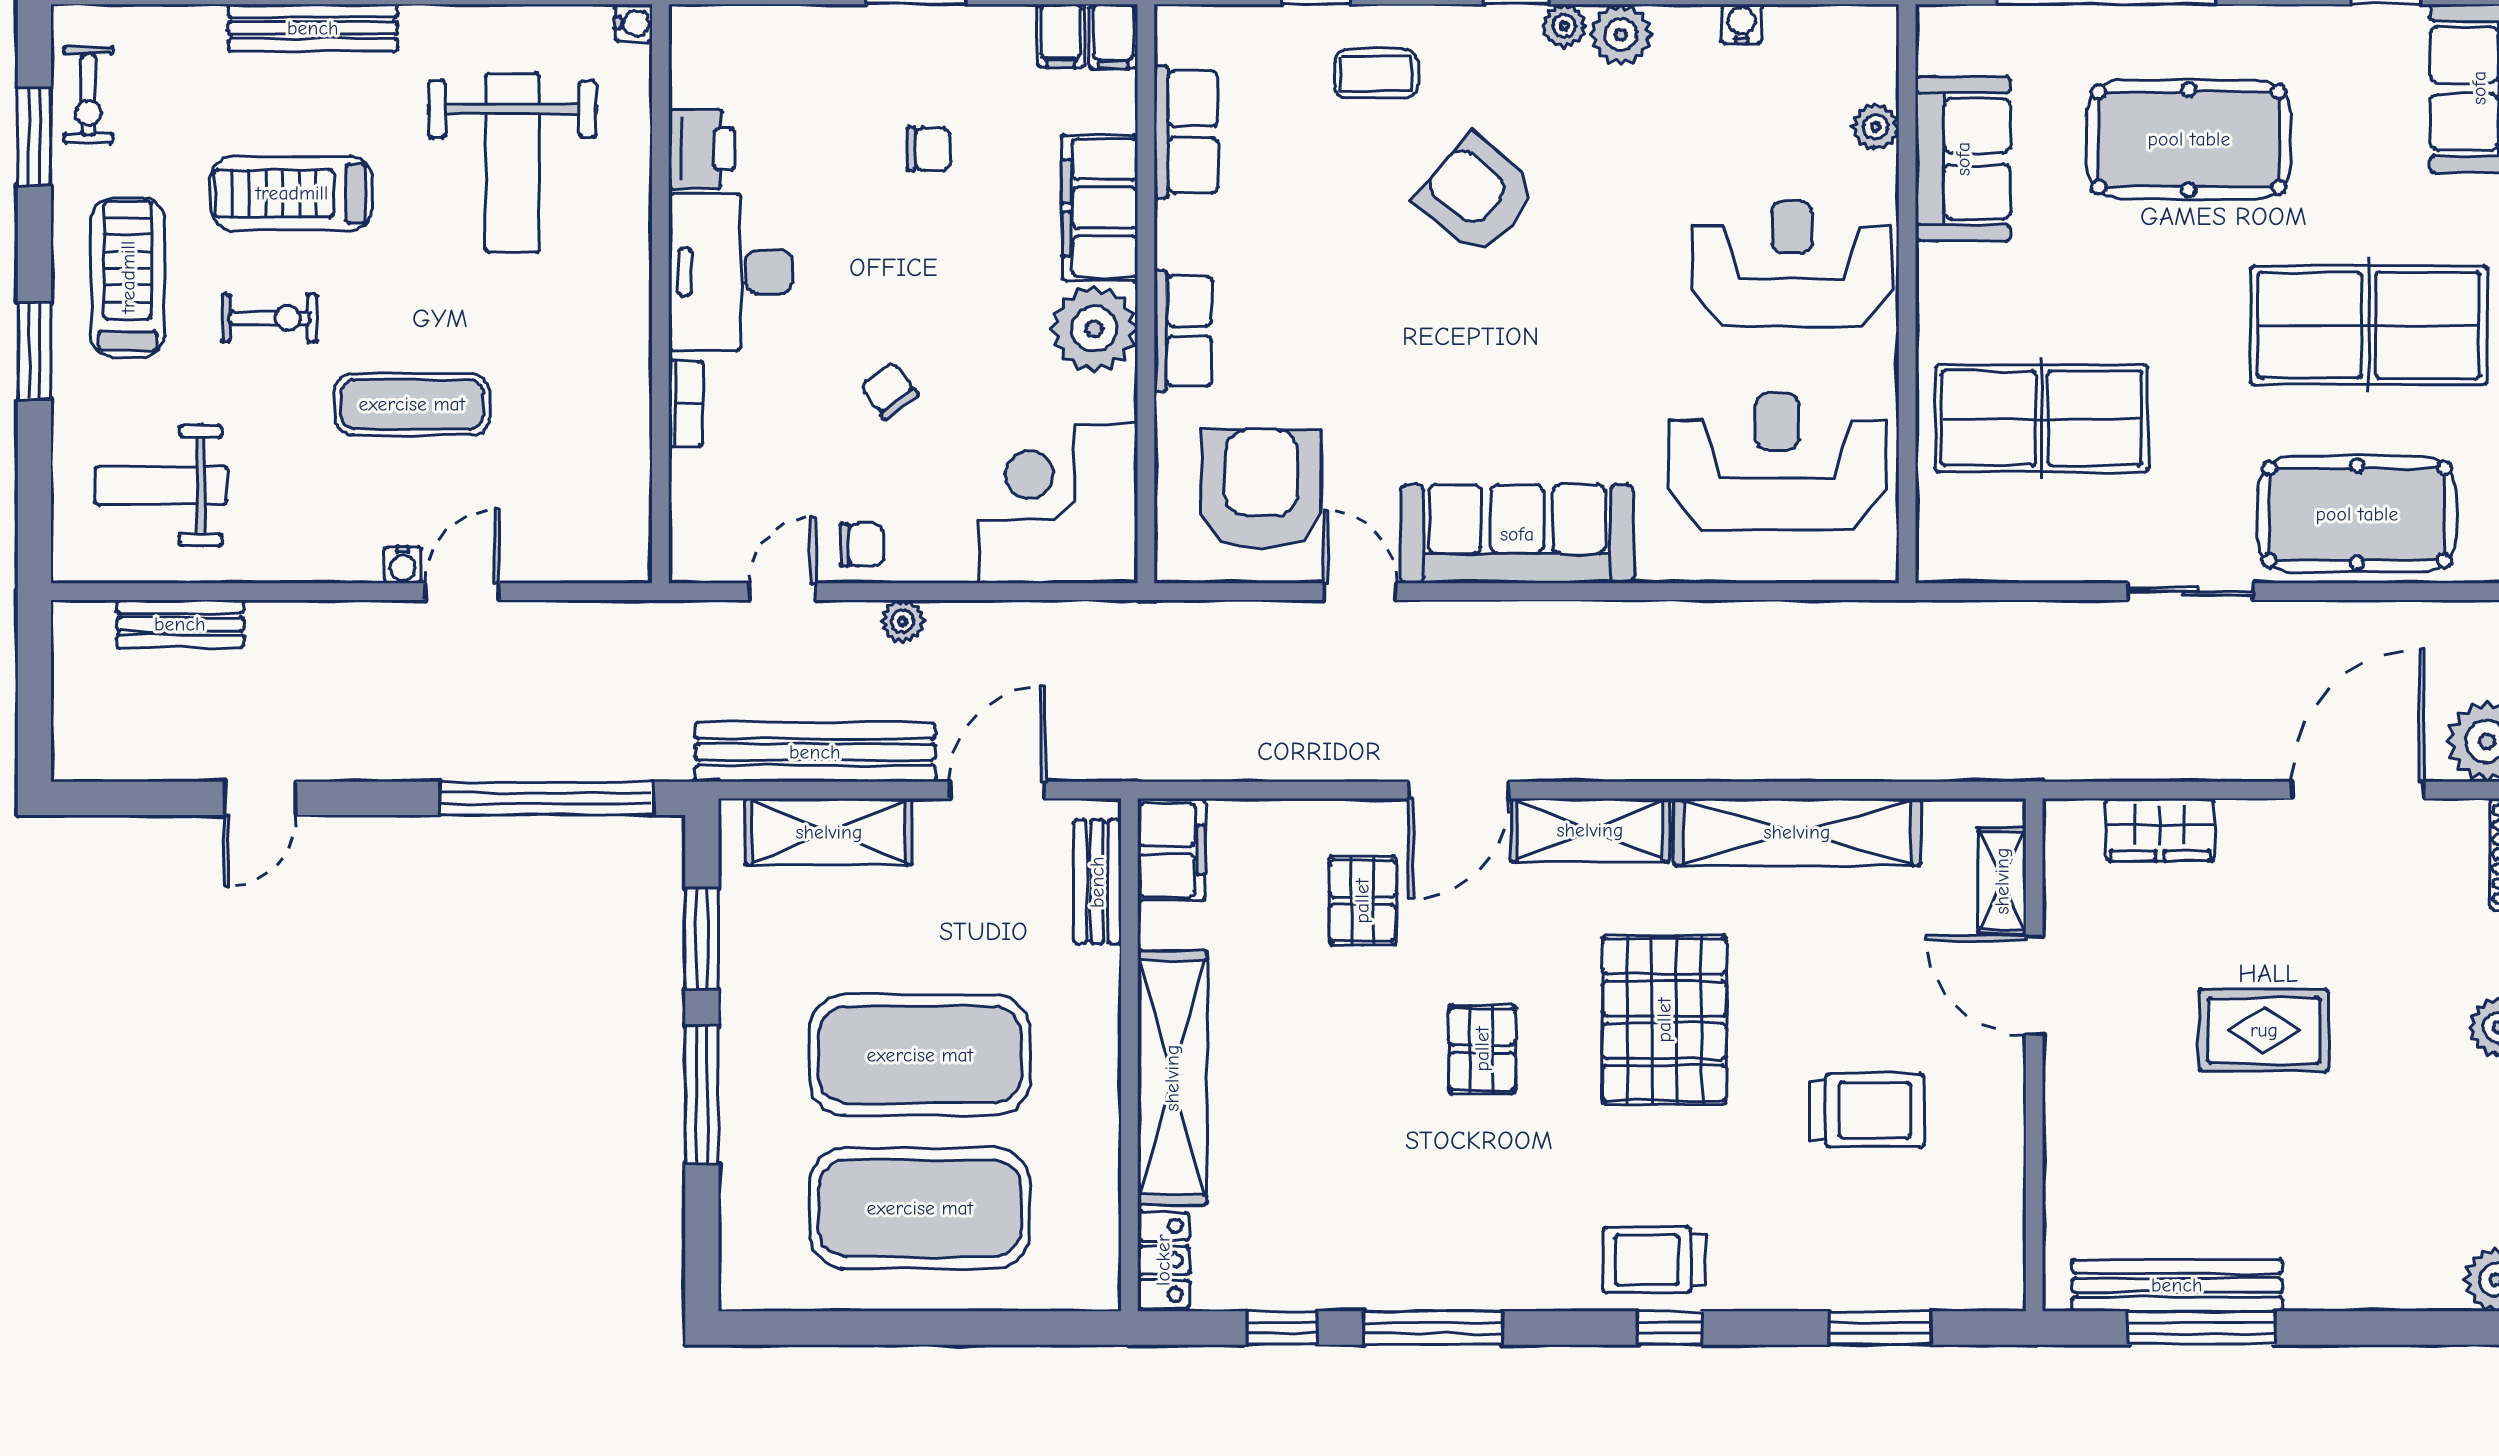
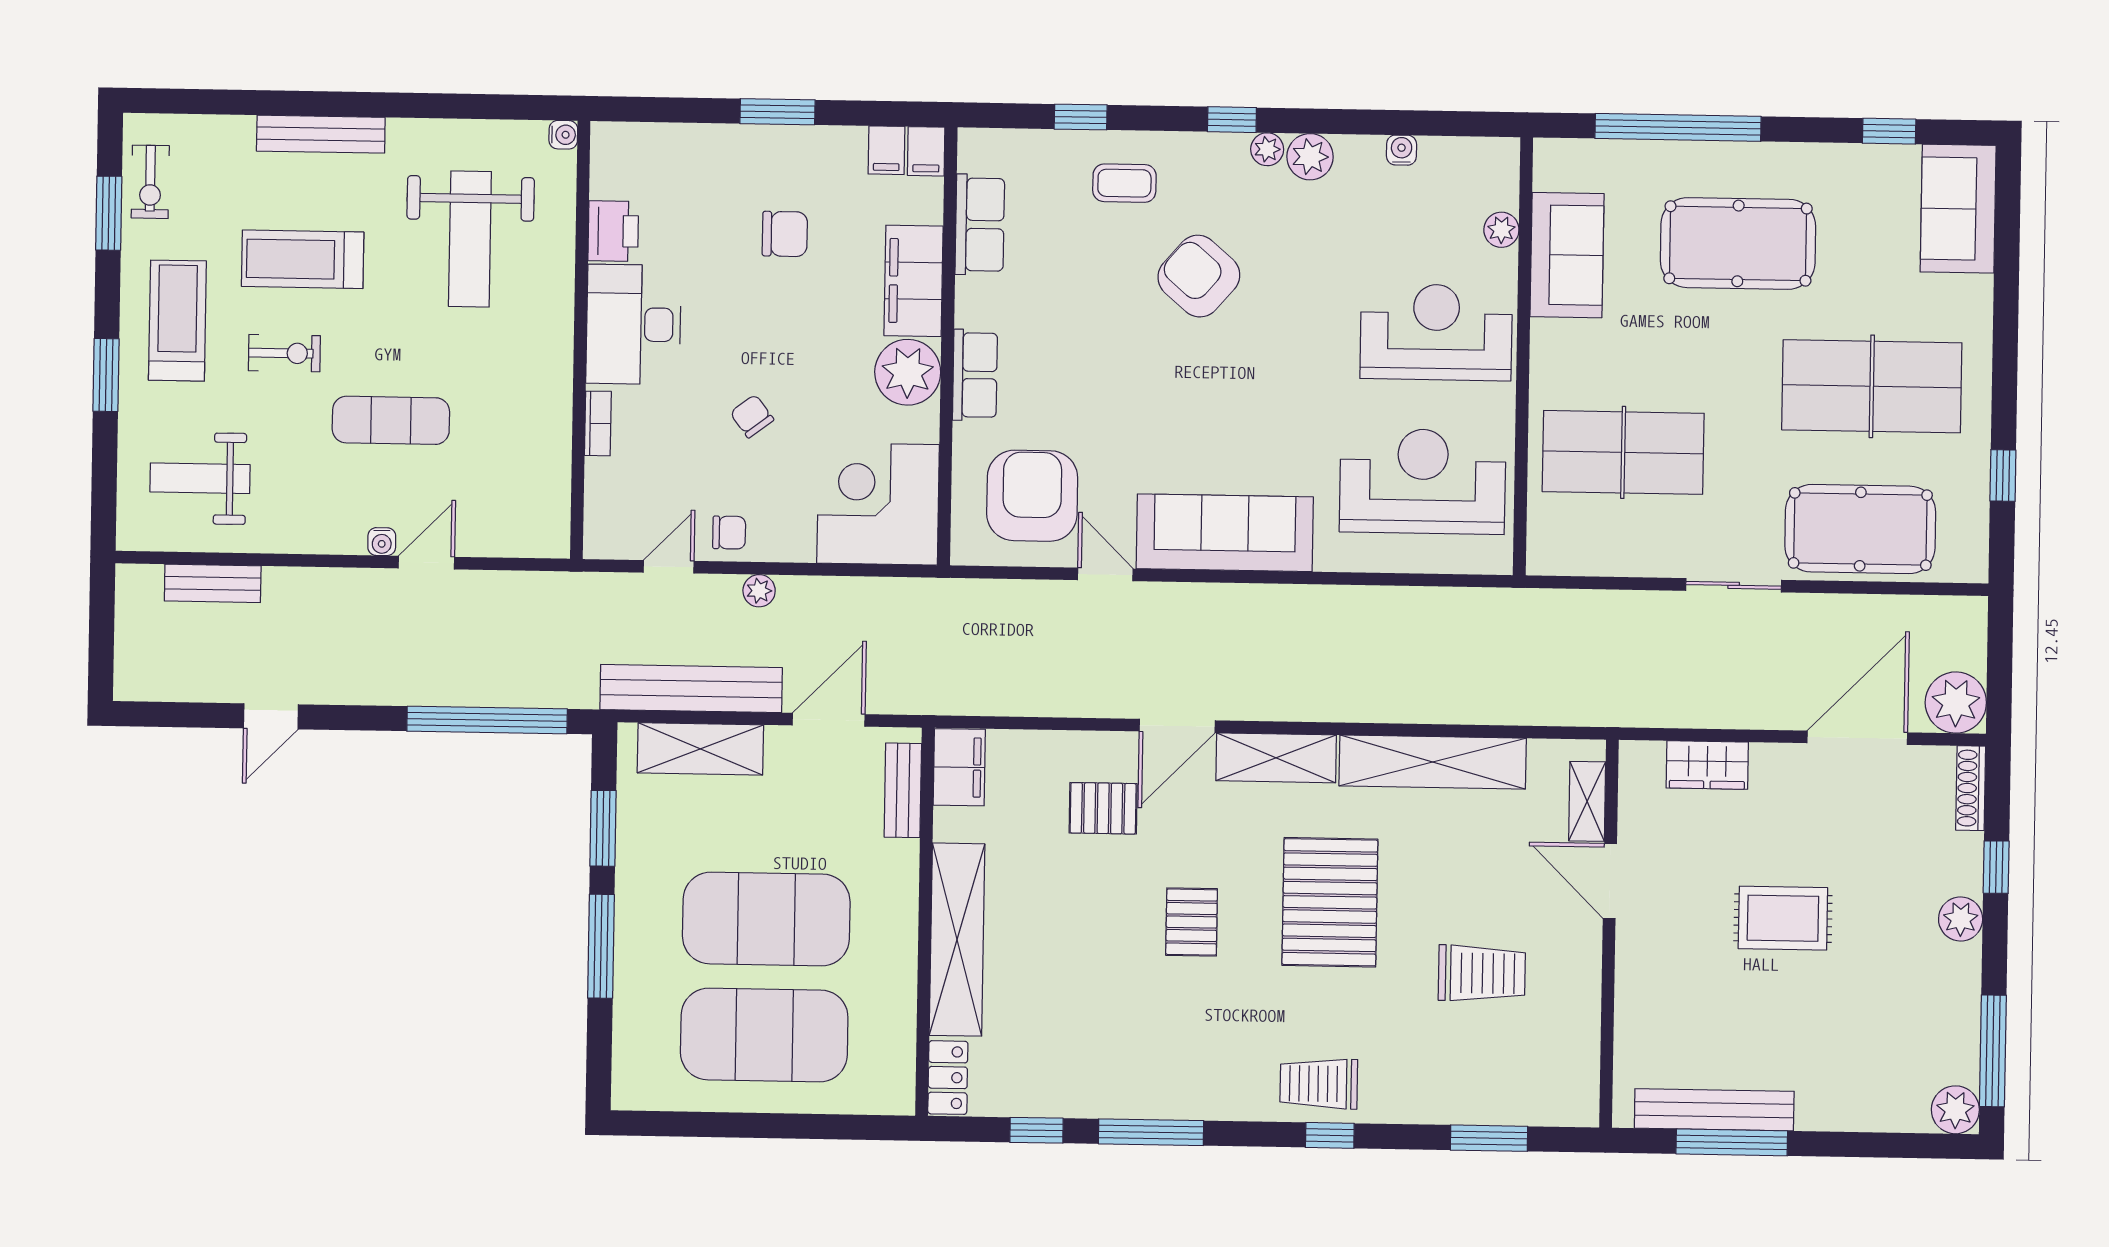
chair: (928, 149) -> (785, 234), width x1.37, depth x1.37
pallet: (1362, 901) -> (1103, 808), turned 90

